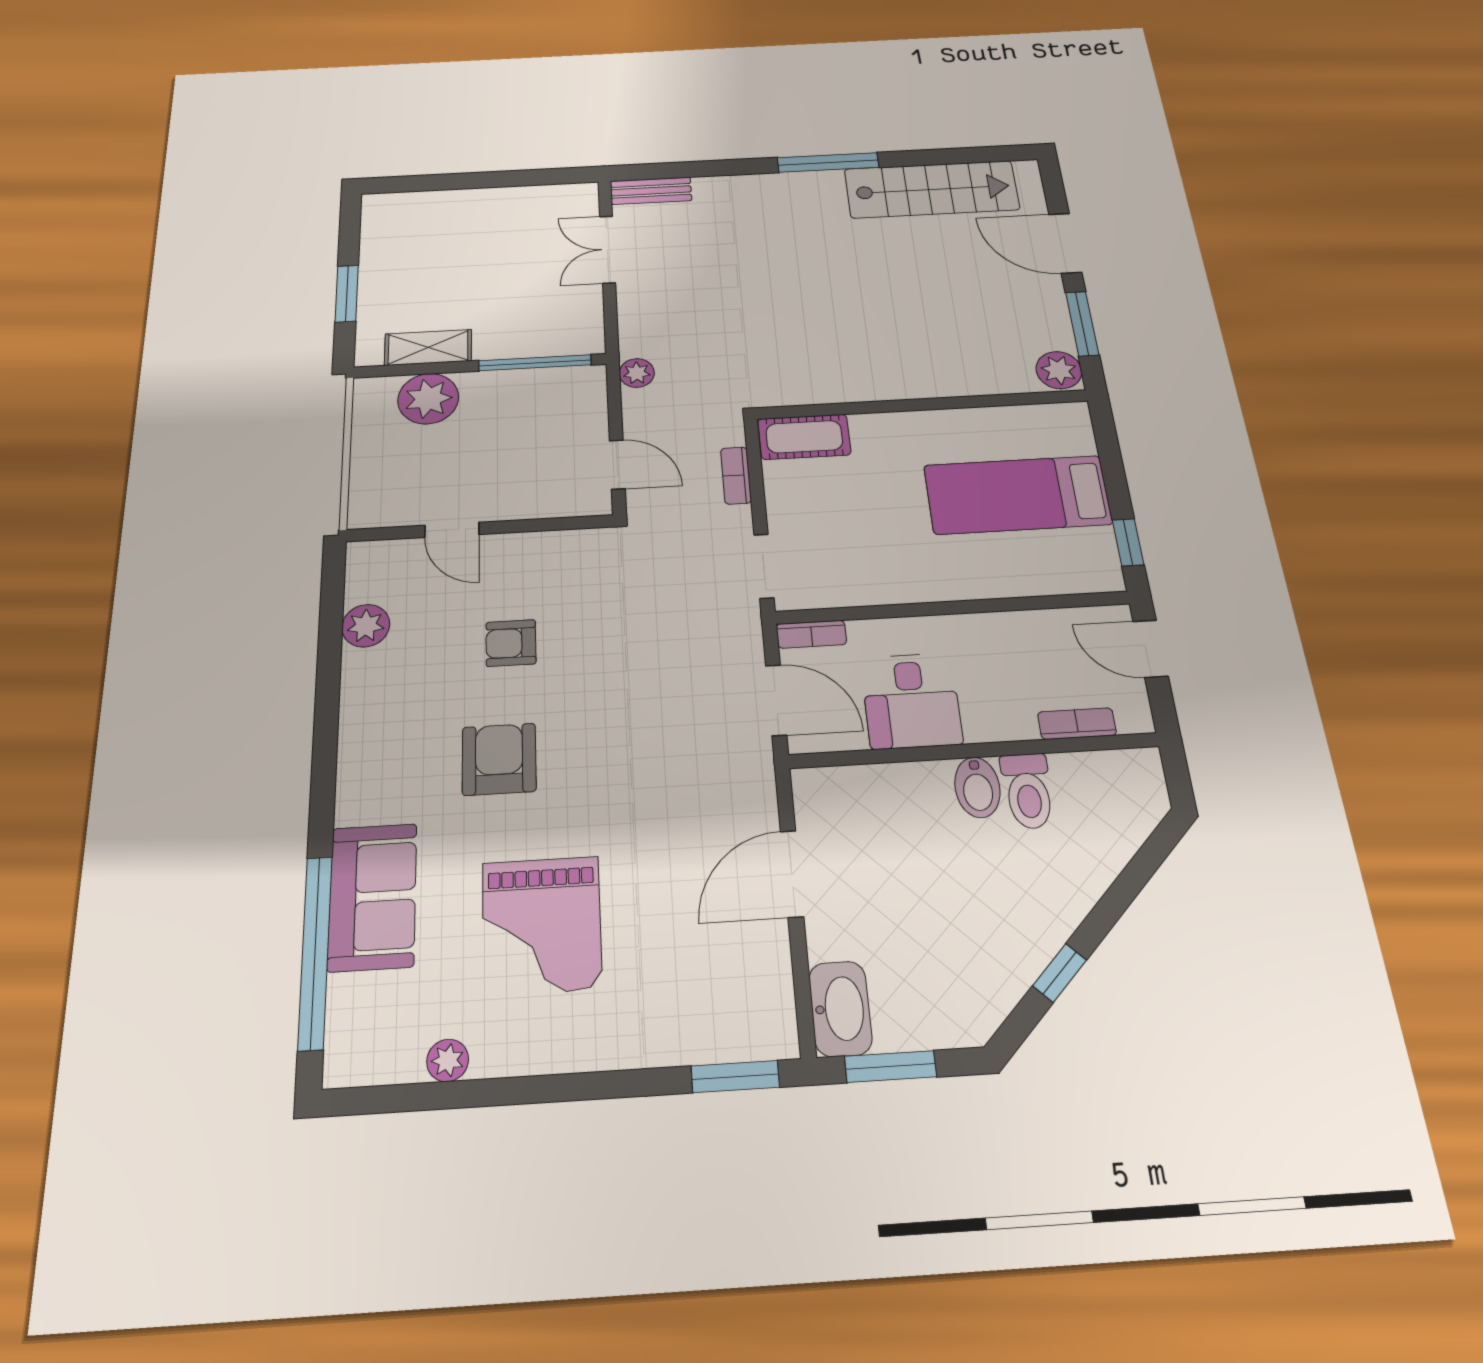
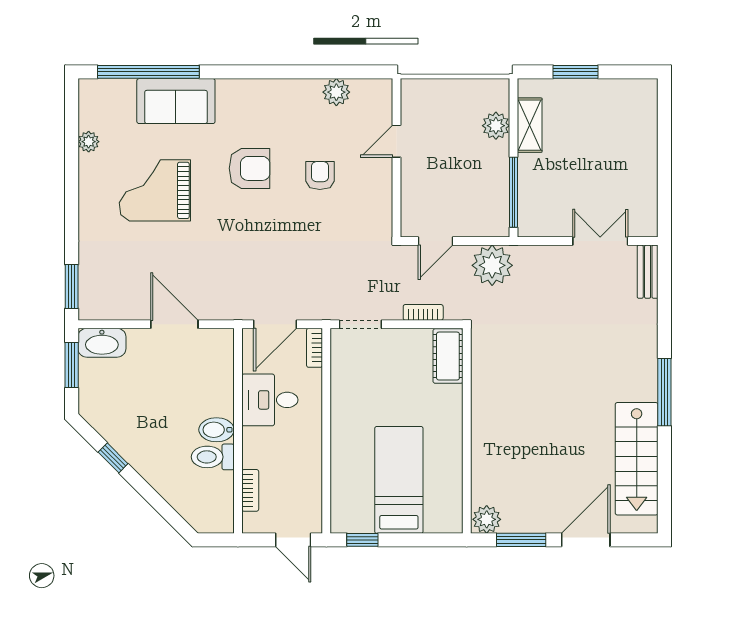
plant: (637, 373) -> (492, 265), width x1.87, depth x1.87
plant: (428, 399) -> (496, 126), width x0.73, depth x0.73
door: (1150, 649) -> (293, 540), swing flipped

